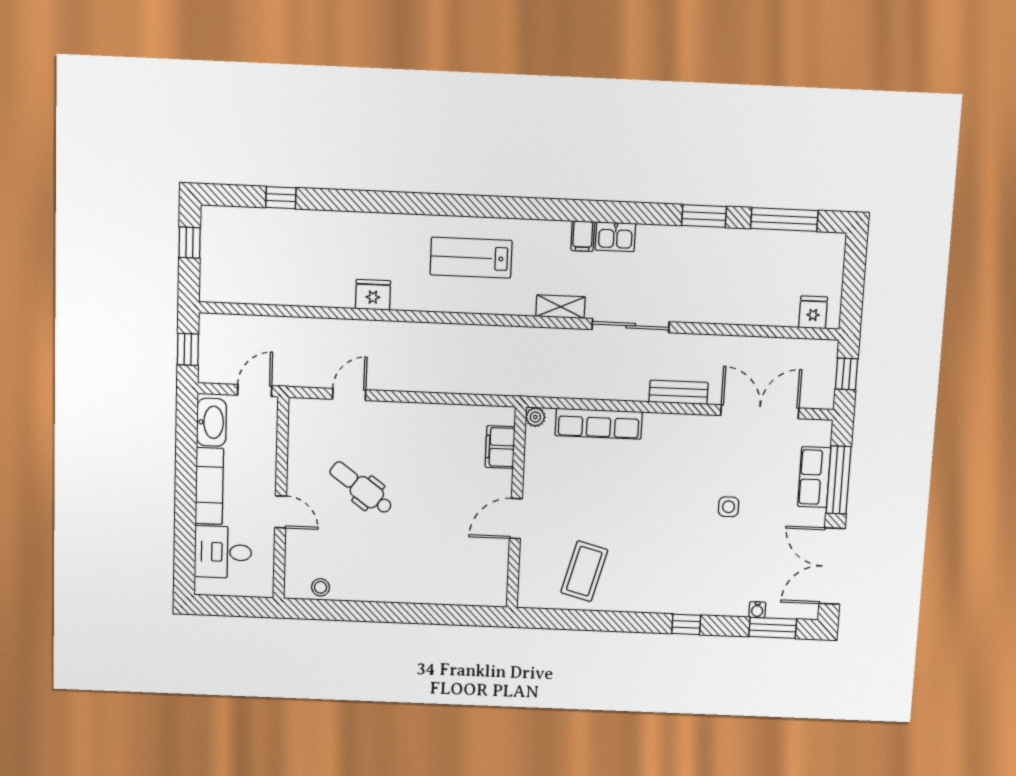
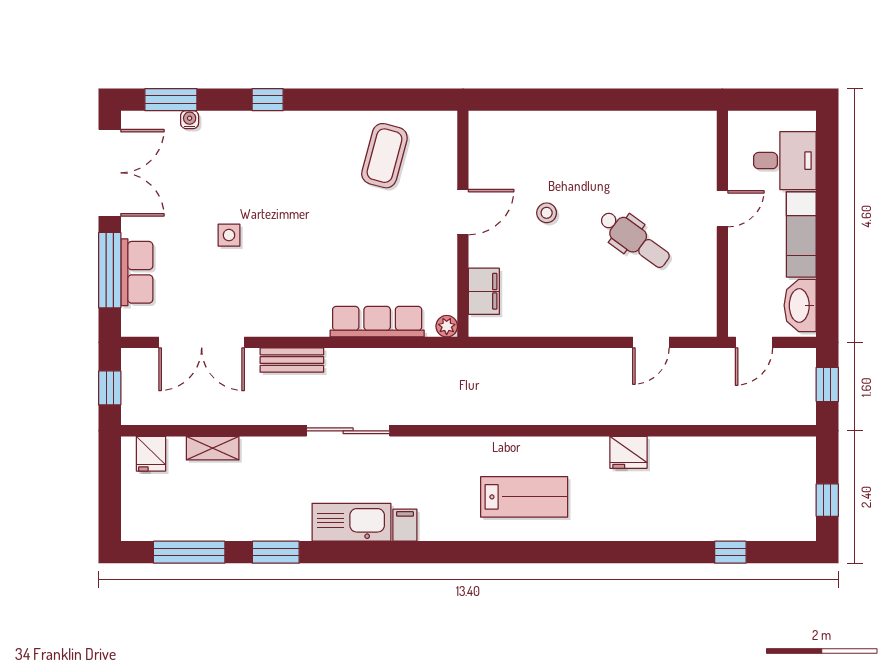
kitchen sink: (615, 237) -> (351, 522), width x1.87, depth x1.24
shelving: (560, 307) -> (213, 448), moved
door: (281, 512) -> (722, 209), swing flipped
stool: (321, 587) -> (547, 213), moved

